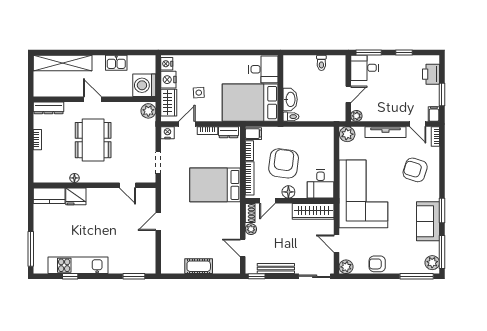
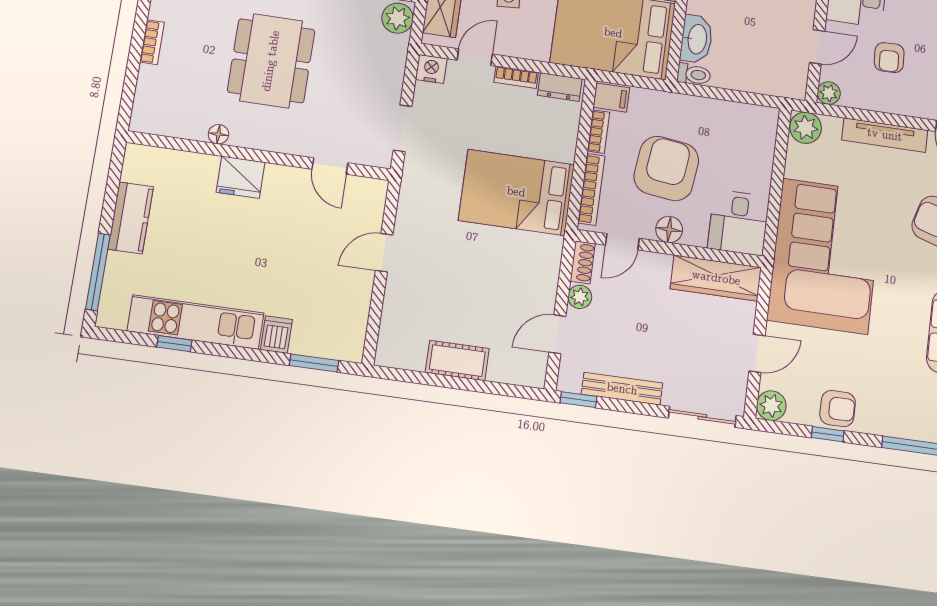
armchair: (384, 94) -> (889, 58), added
kitchen counter: (49, 196) -> (131, 218), moved, turned -90
fridge: (76, 196) -> (241, 177), moved
door: (337, 244) -> (757, 353), swing flipped
door: (243, 248) -> (557, 334), hinge flipped
armchair: (377, 264) -> (838, 409), turned 180
dishwasher: (115, 266) -> (276, 335), added
window: (374, 276) -> (828, 434), added

